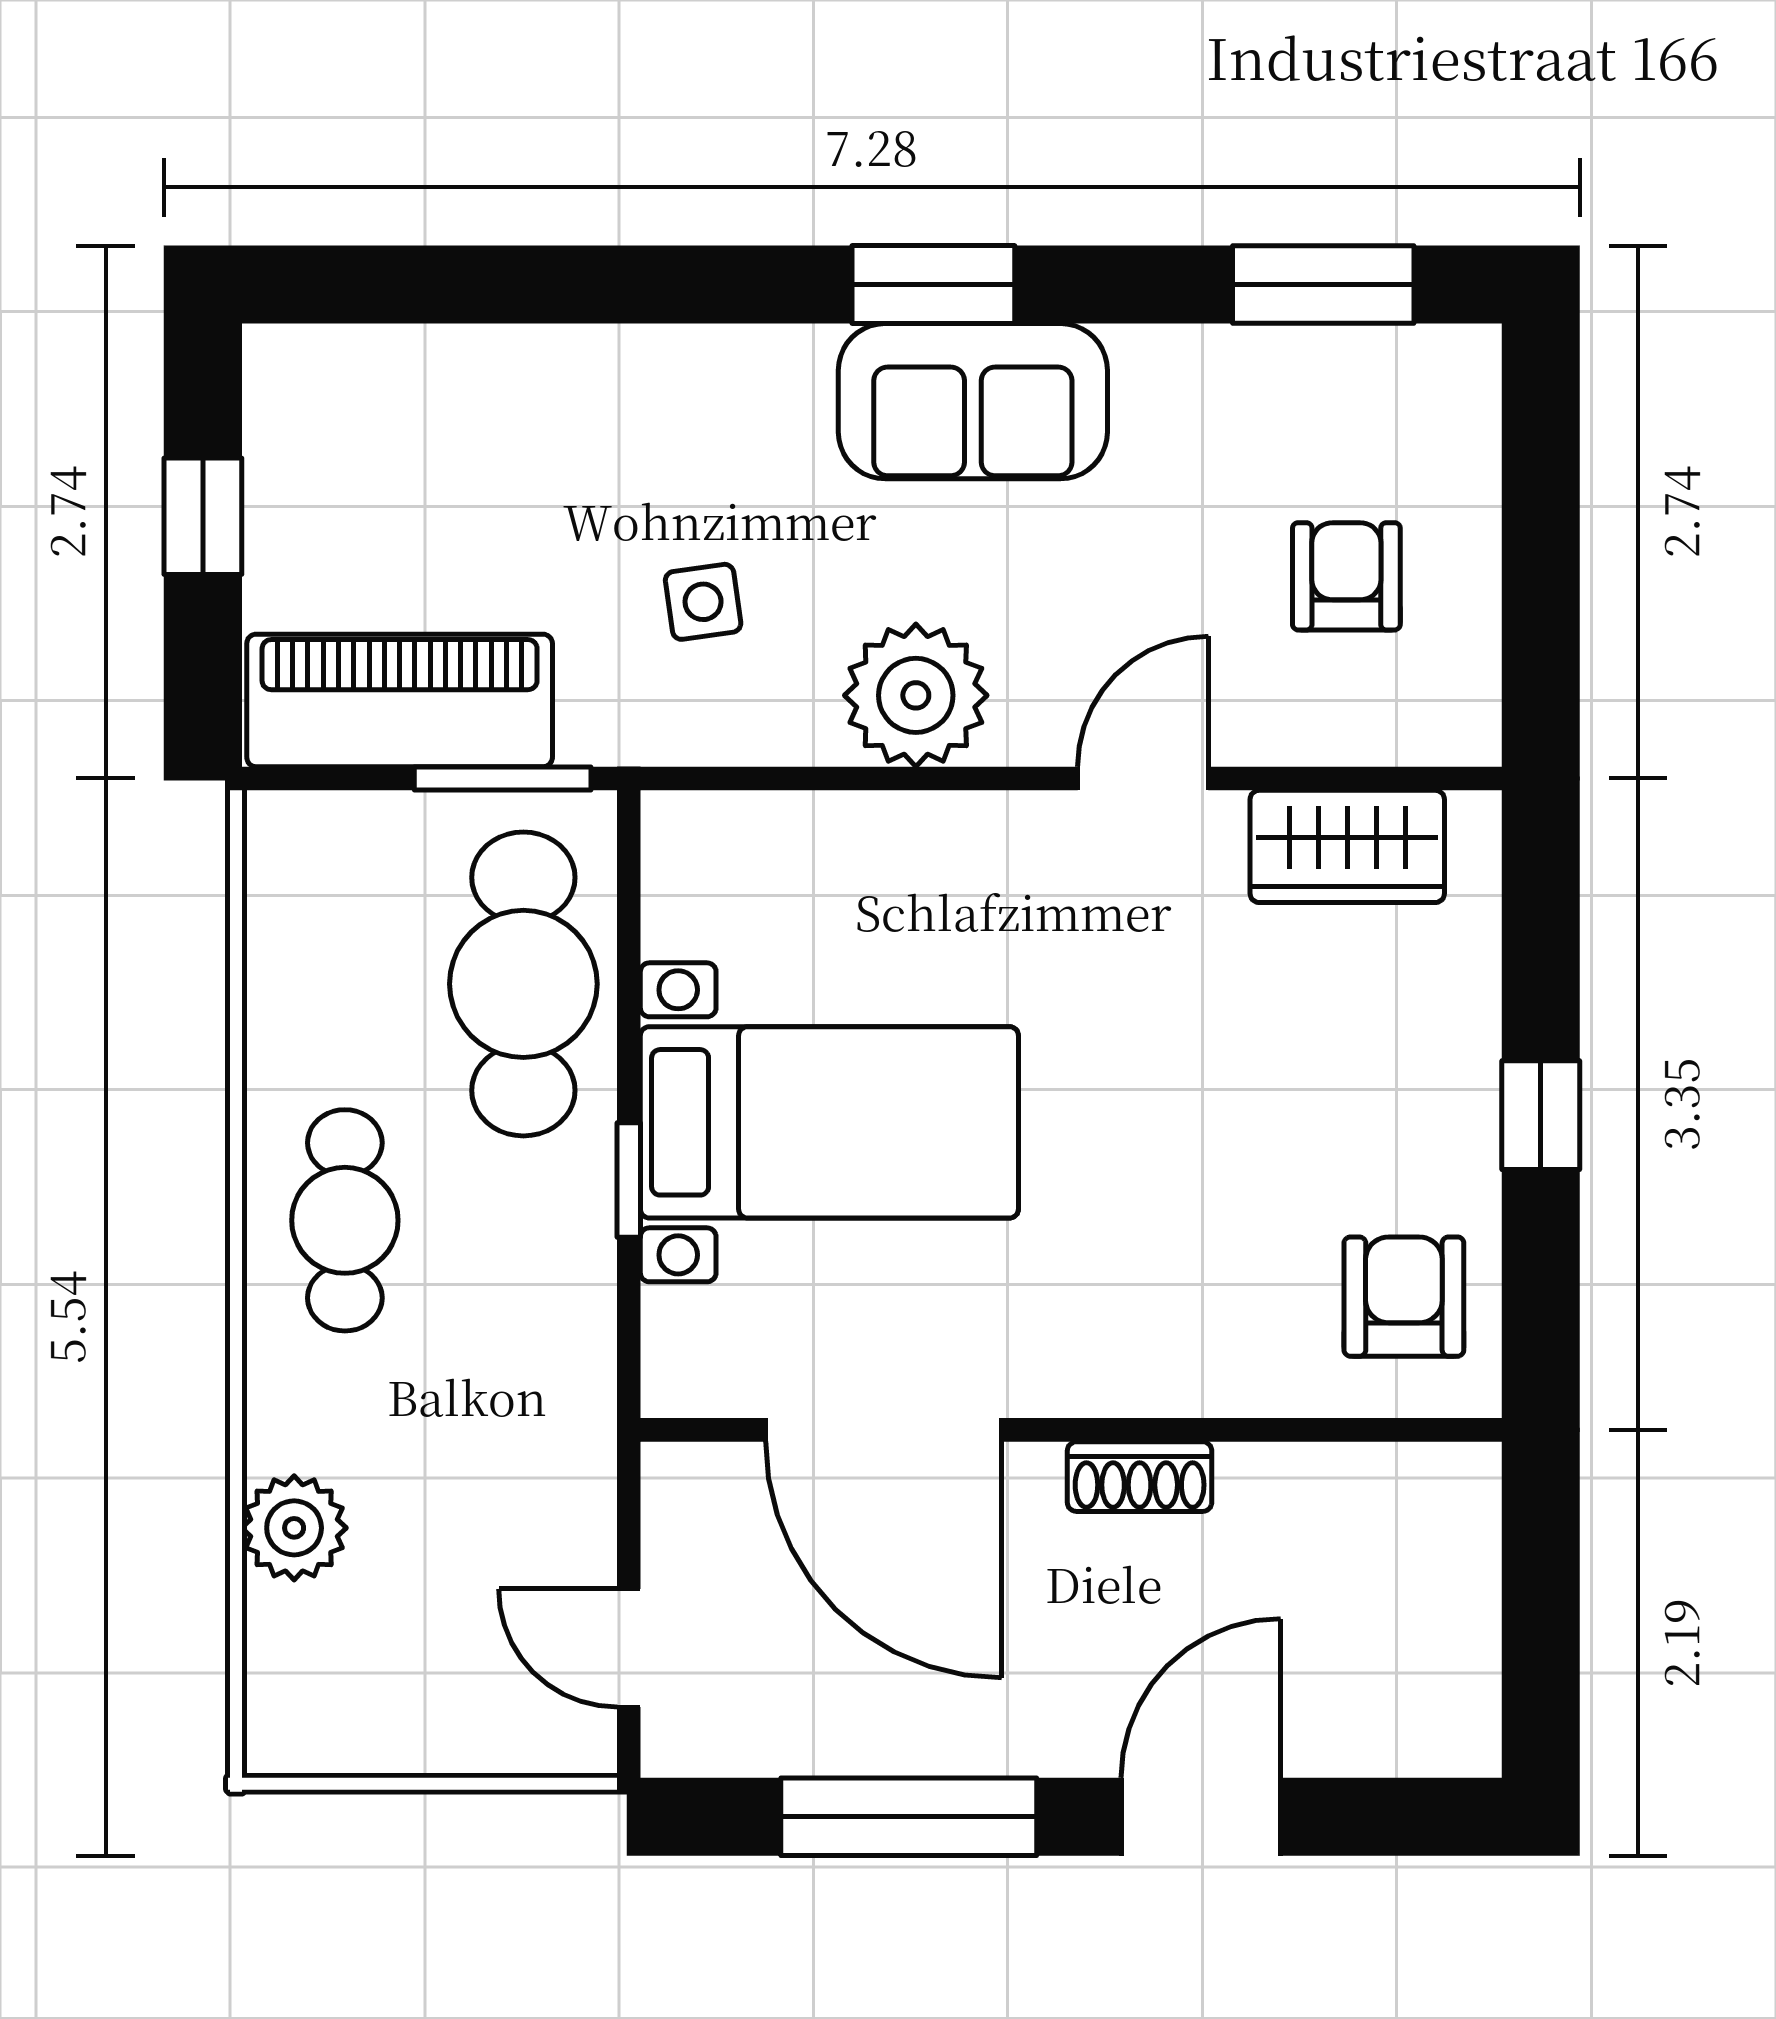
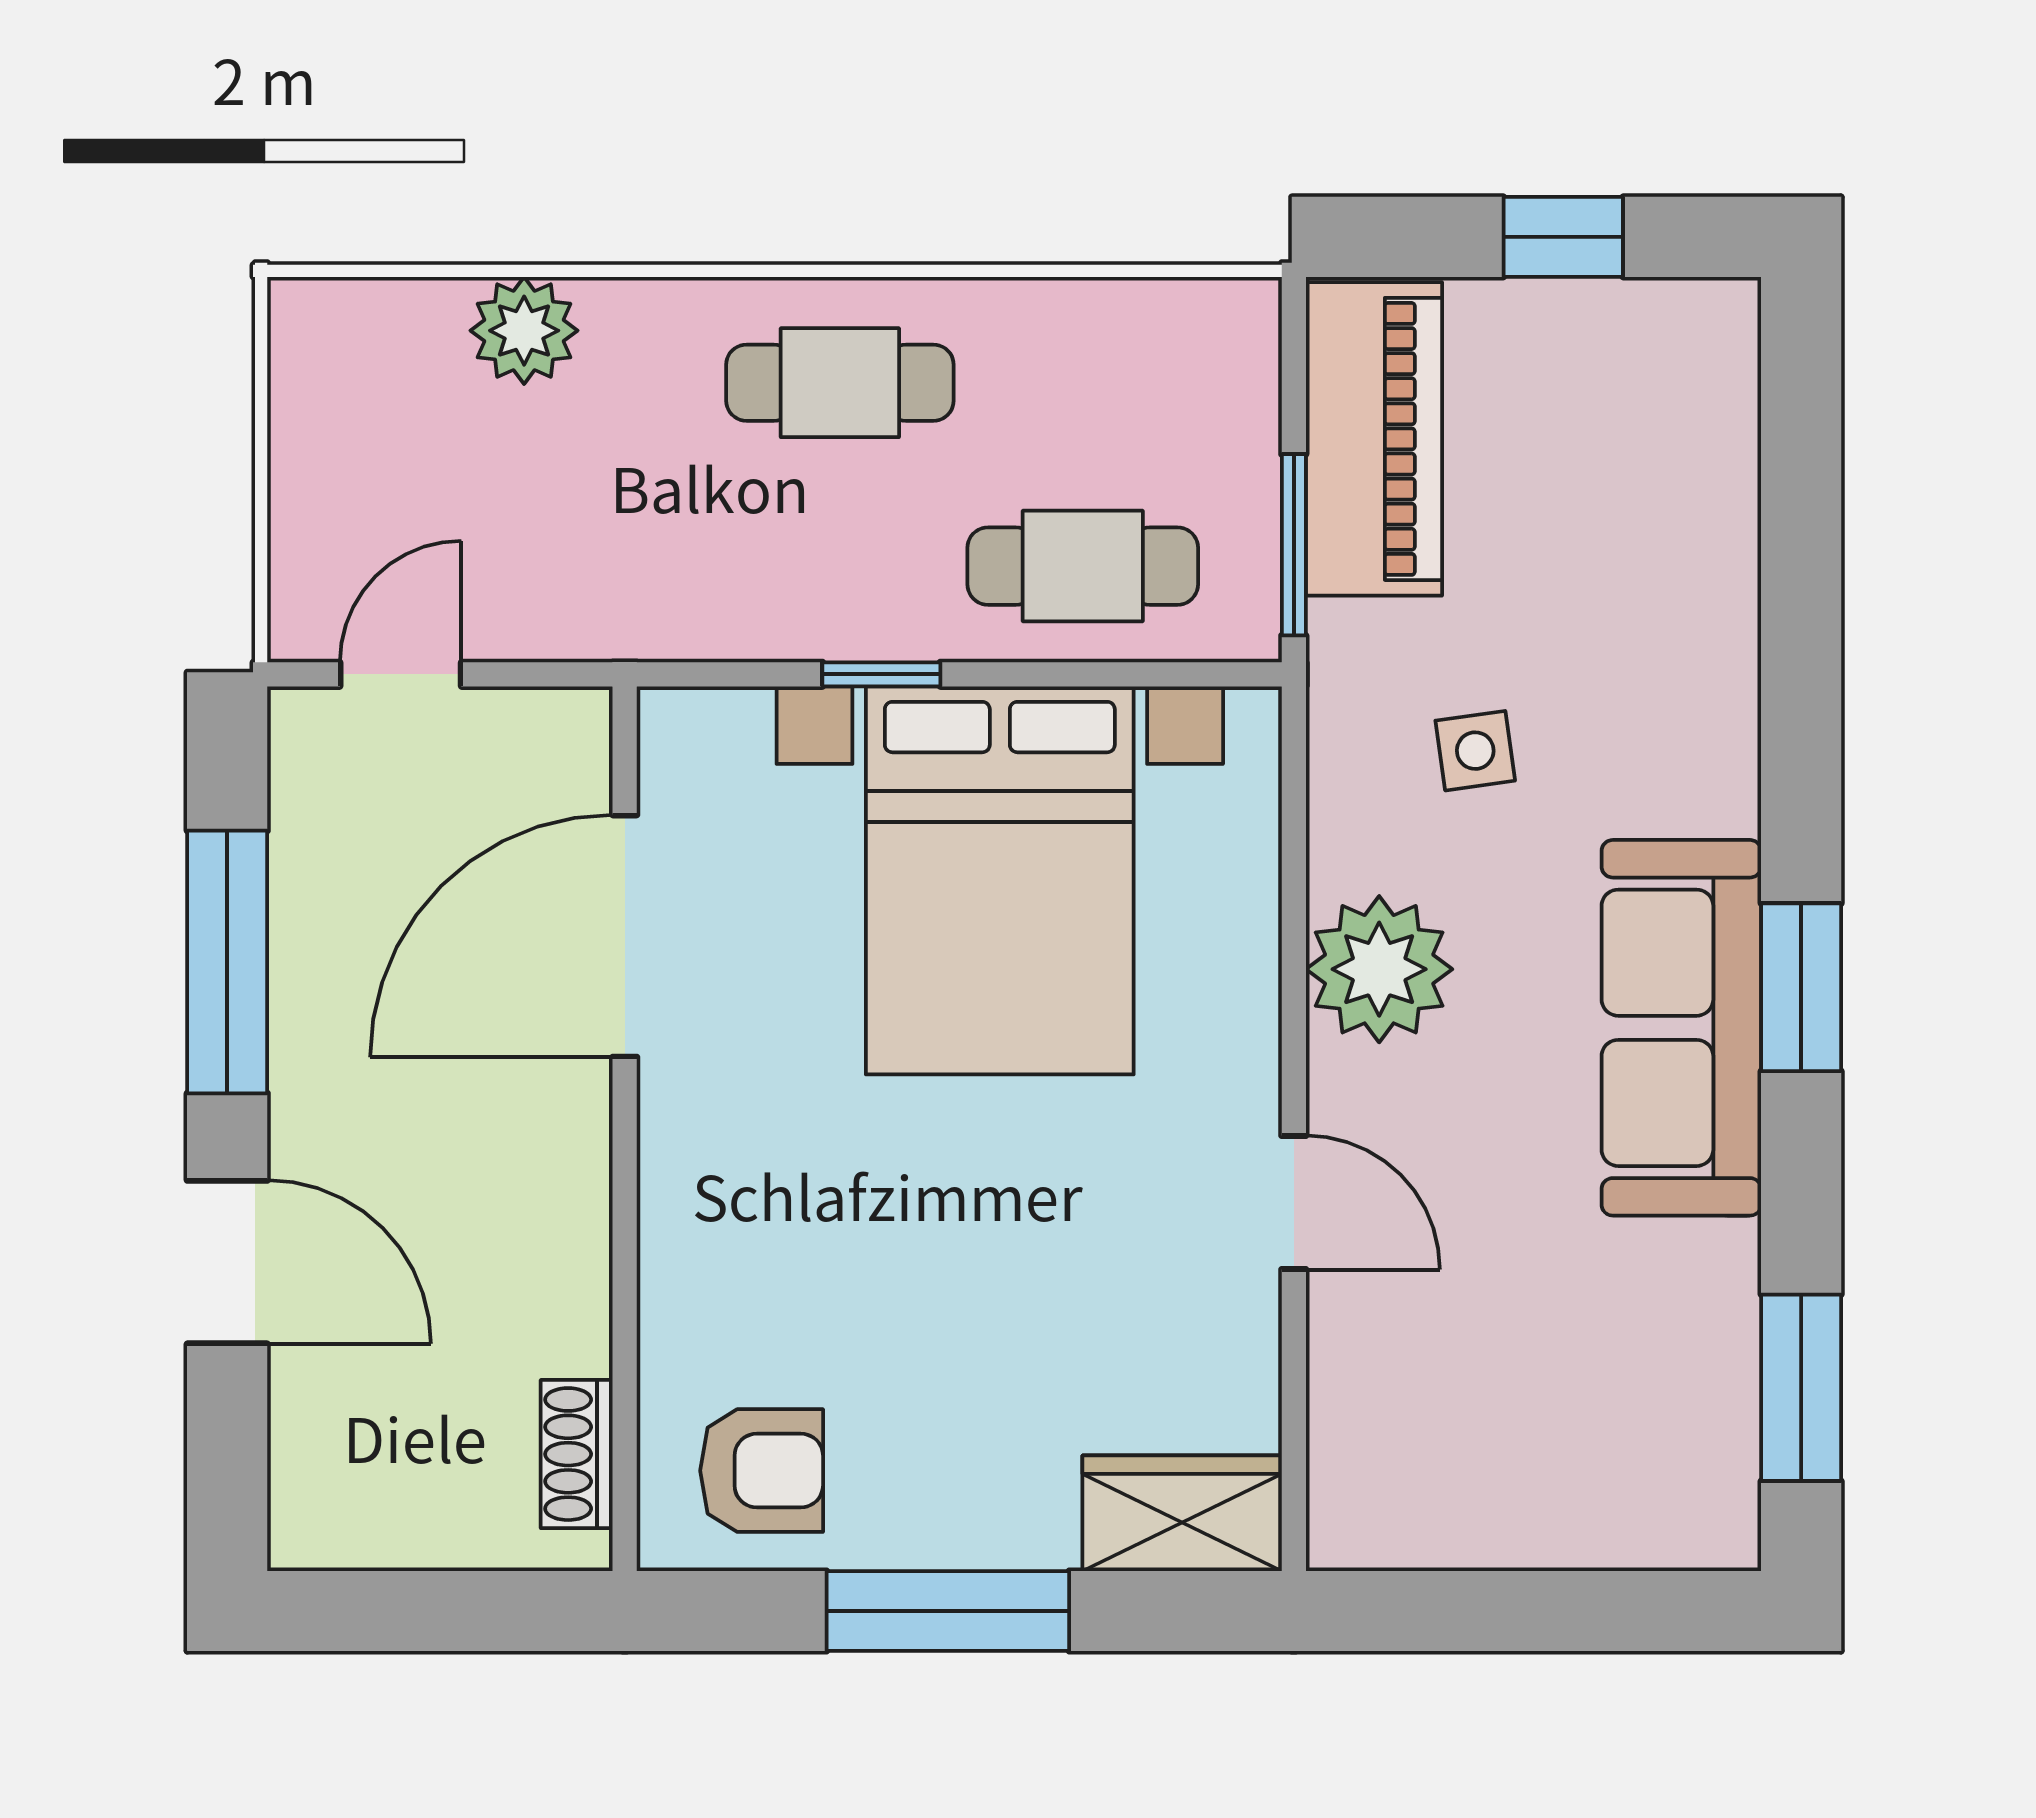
sofa: (973, 401) -> (1681, 1028), width x1.36
armchair: (1346, 576) -> (1501, 1411), removed
wardrobe: (1347, 846) -> (1182, 1513), moved, turned 90
cafe table: (523, 984) -> (1083, 566), width x0.73, depth x0.74
window: (1541, 1115) -> (948, 1611), width x2.17
bed with nightstands: (829, 1122) -> (1000, 880), width x1.36
shoe rack: (1140, 1477) -> (577, 1454), moved

